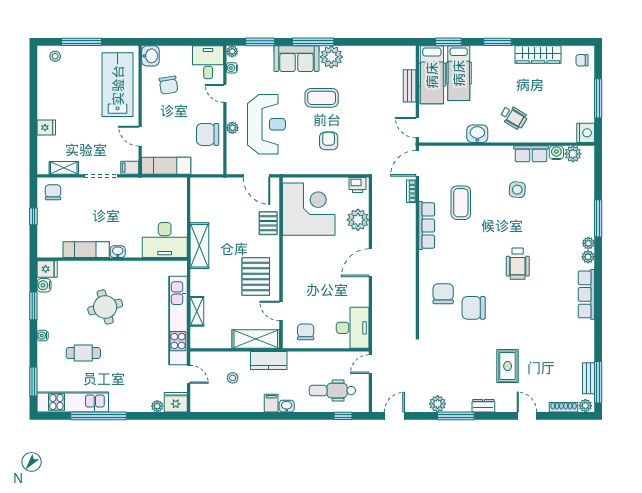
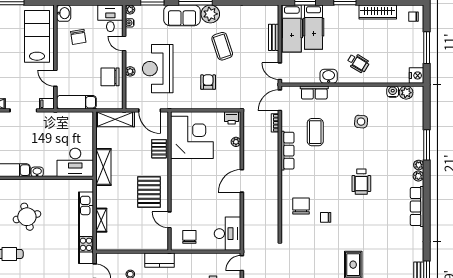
coffee table: (322, 98) -> (222, 46), moved, turned 72
reception desk: (267, 124) -> (158, 69), turned 180
row of seats: (531, 154) -> (314, 92), moved
plant: (358, 220) -> (236, 142), width x0.53, depth x0.53
chair: (474, 308) -> (326, 217), width x0.54, depth x0.54
shelving: (256, 339) -> (115, 119), moved

